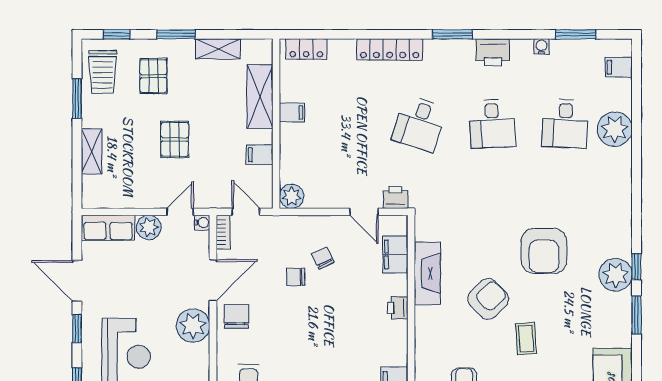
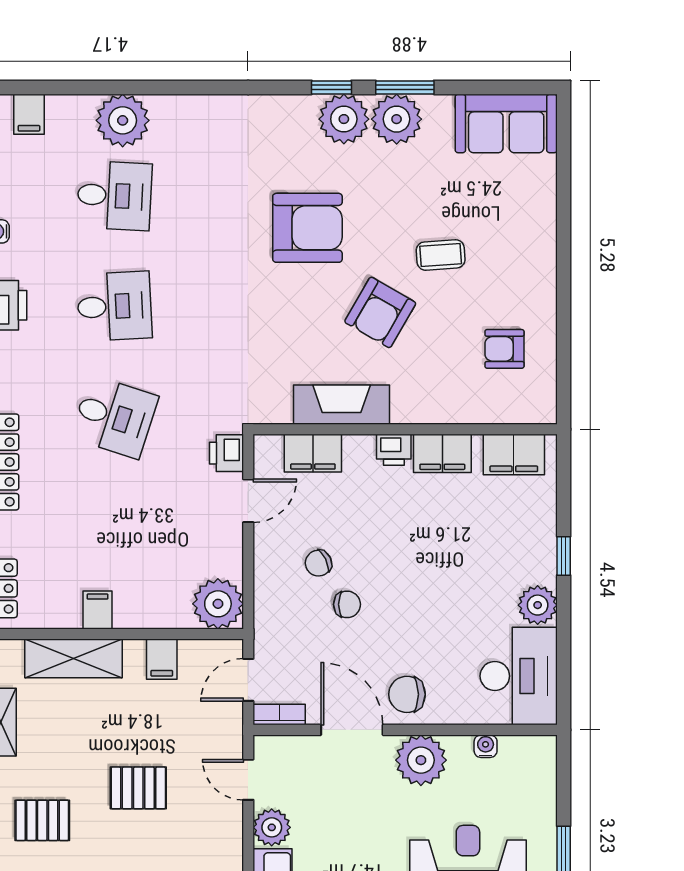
plant: (292, 196) -> (218, 604), width x1.36, depth x1.36
water cooler: (202, 223) -> (486, 746), moved
chair: (296, 277) -> (347, 604), turned -90
armchair: (488, 299) -> (380, 312), turned -105
plant: (616, 310) -> (397, 119), added
filing cabinet: (395, 340) -> (442, 453), added

